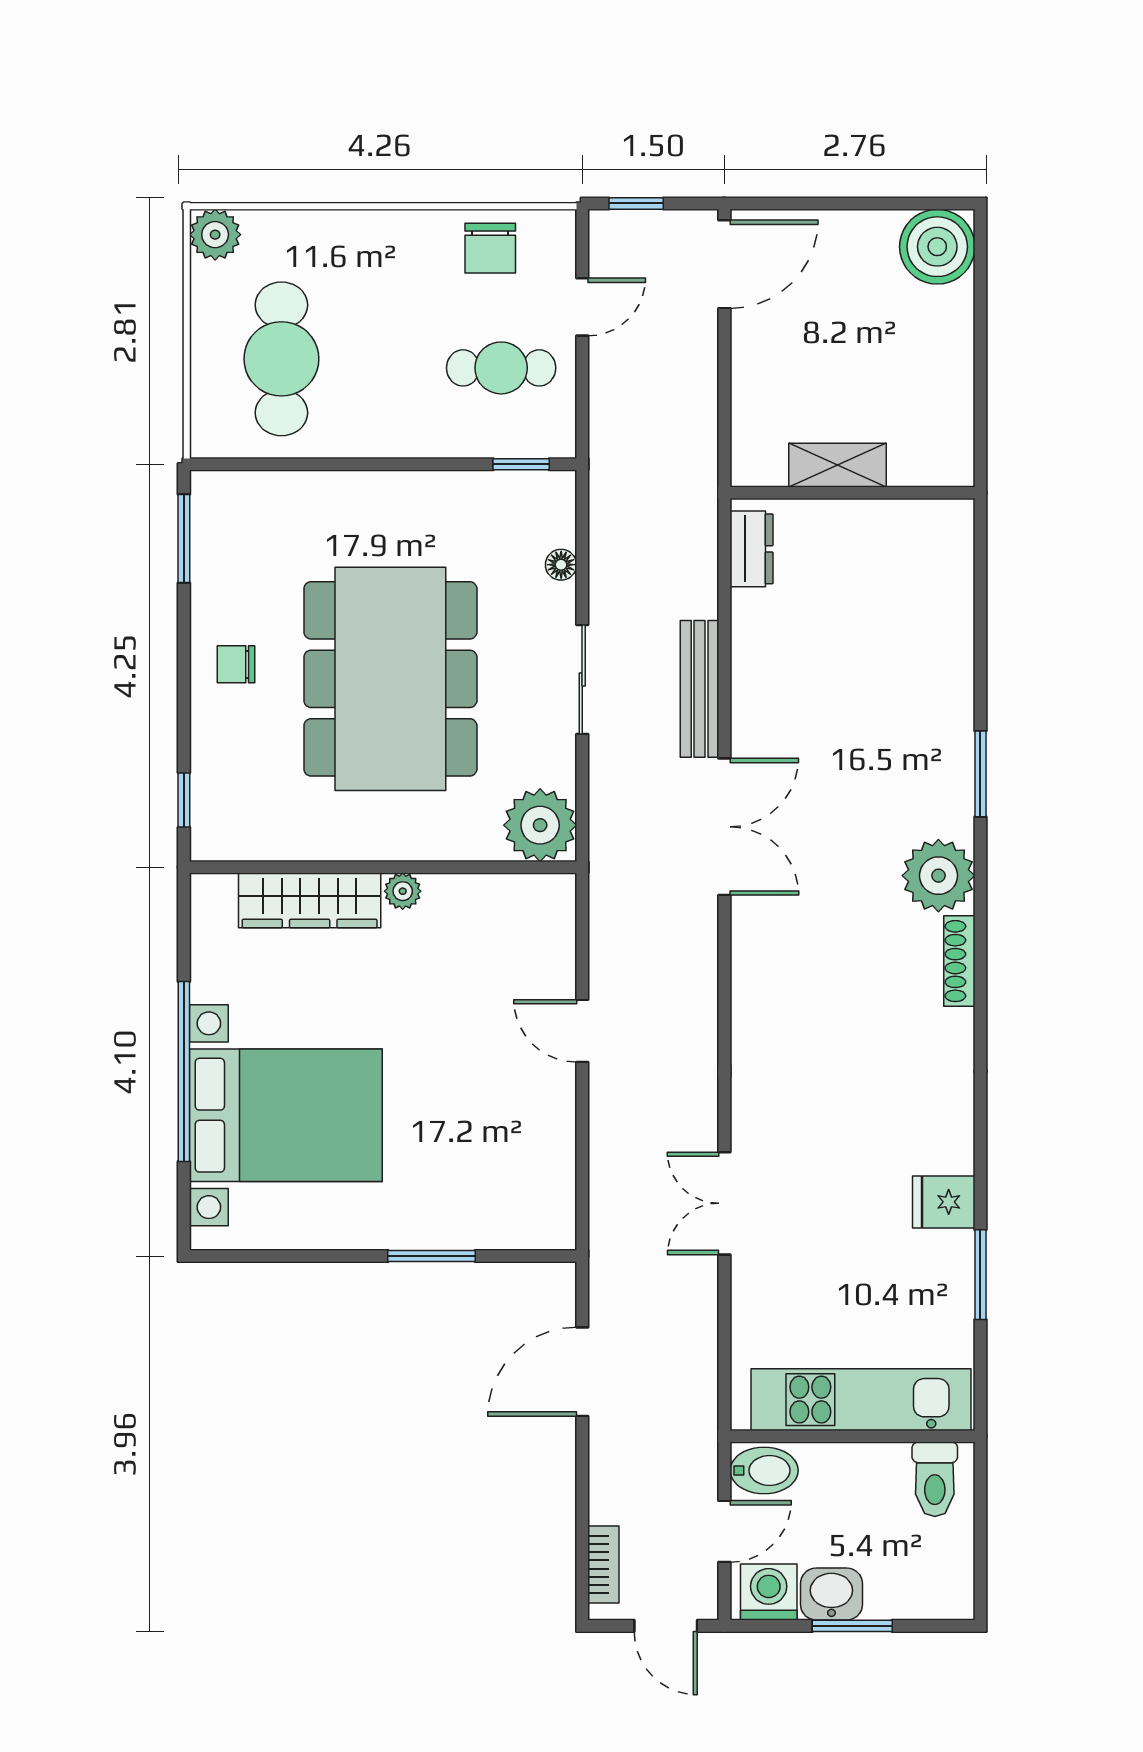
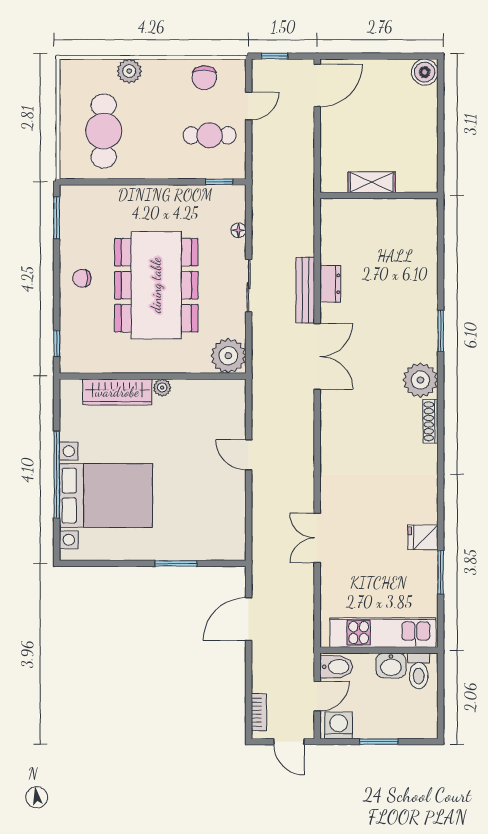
plant: (215, 235) -> (129, 71), moved
boiler: (937, 247) -> (425, 72), width x0.73, depth x0.73
dresser: (752, 549) -> (330, 284), moved
washbasin: (831, 1594) -> (391, 666), moved, turned 180

